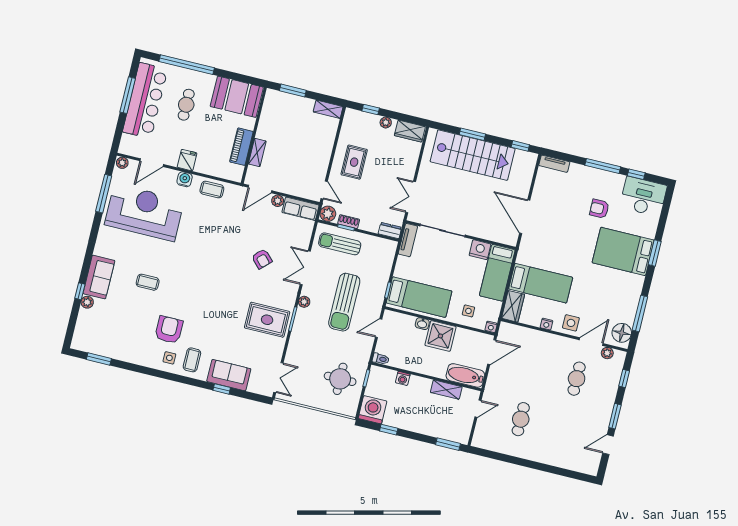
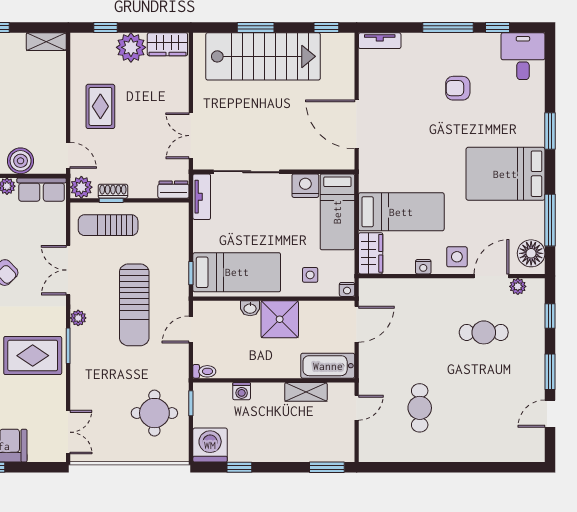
plant: (386, 123) -> (131, 47), width x1.88, depth x1.88
boiler: (291, 186) -> (21, 161), added
desk: (643, 197) -> (523, 56), width x0.73
bed: (623, 251) -> (505, 174), moved
cafe table: (577, 379) -> (484, 332), turned 90

